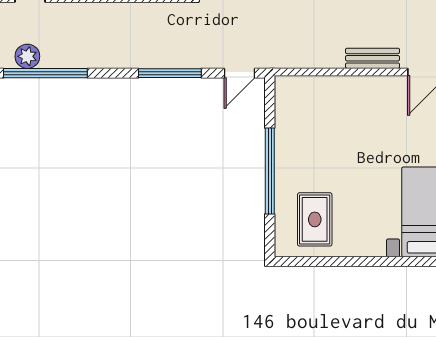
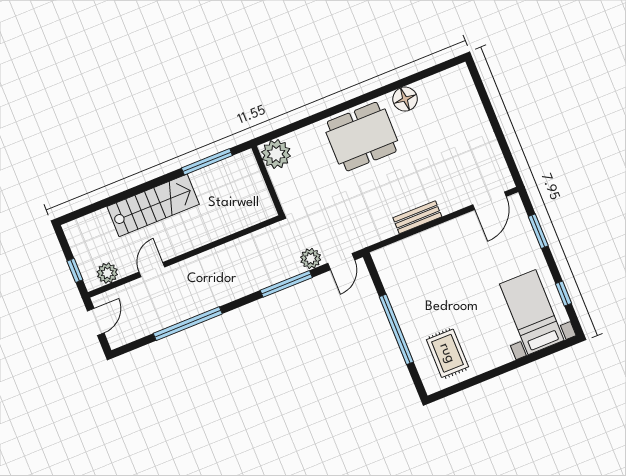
plant: (27, 56) -> (311, 259), moved
bench: (373, 58) -> (417, 217), moved

